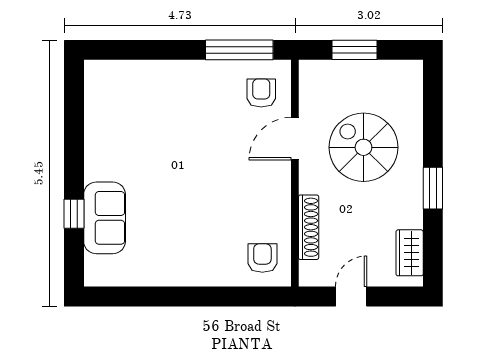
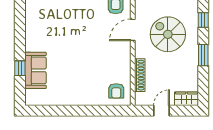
window: (433, 119) -> (203, 20), added
wardrobe: (410, 253) -> (186, 99), moved, turned 90
armchair: (262, 258) -> (116, 91), turned 180

